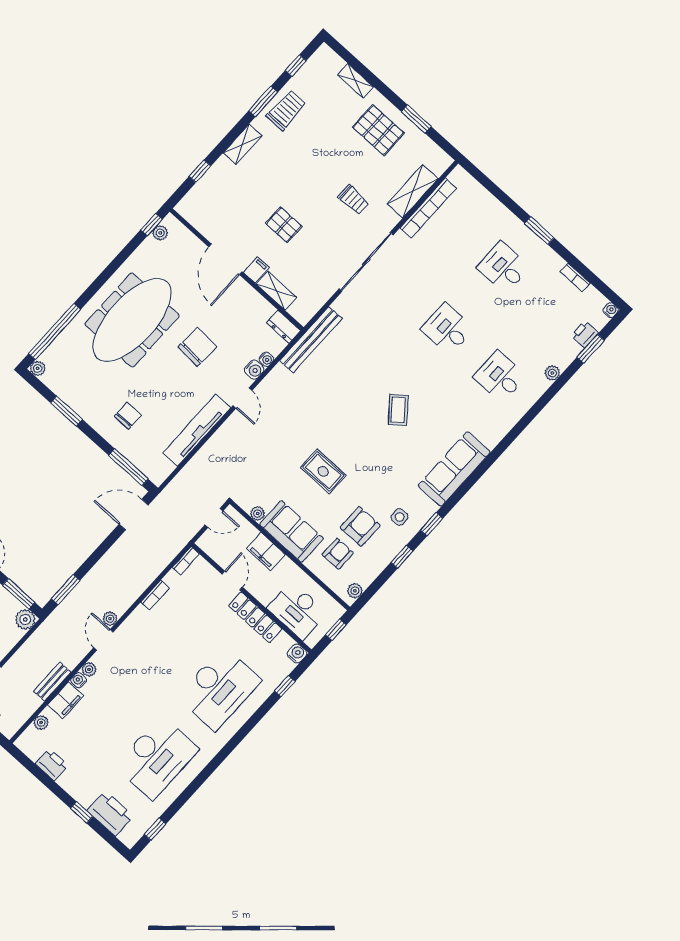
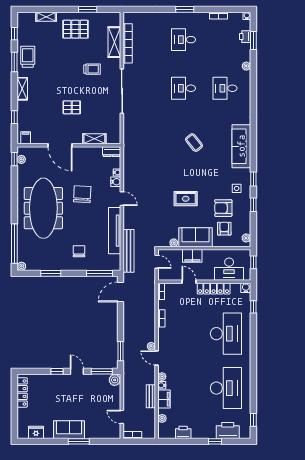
filing cabinet: (256, 270) -> (26, 138), moved
bench: (311, 339) -> (129, 251), moved
door: (214, 518) -> (157, 262), hinge flipped
armchair: (360, 526) -> (223, 208), turned -90

